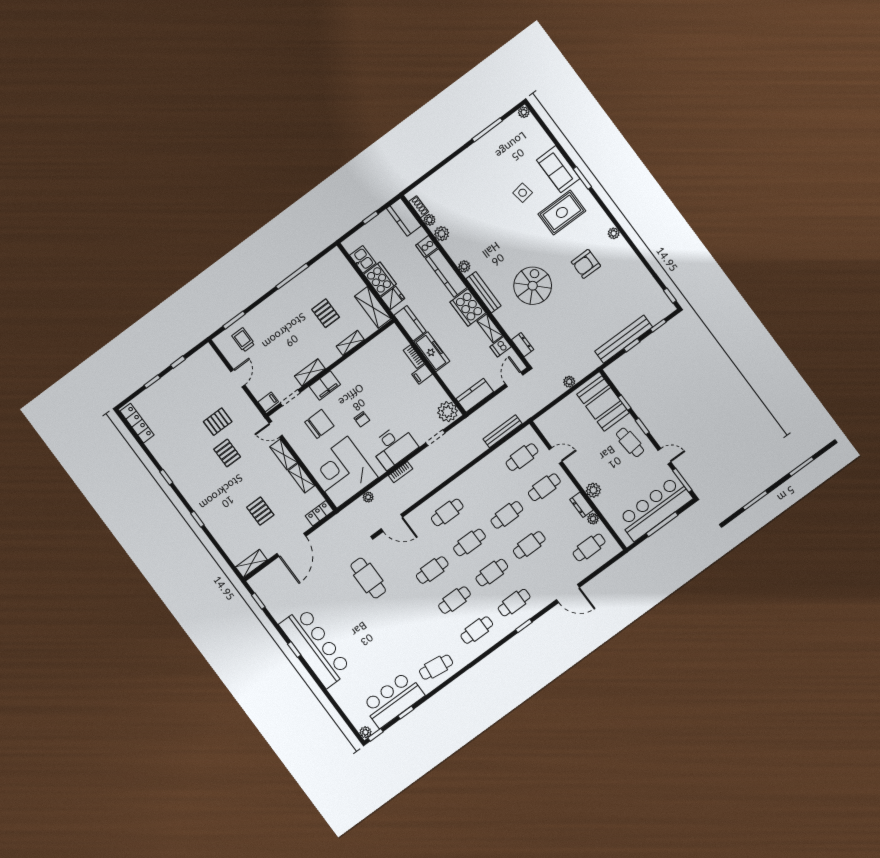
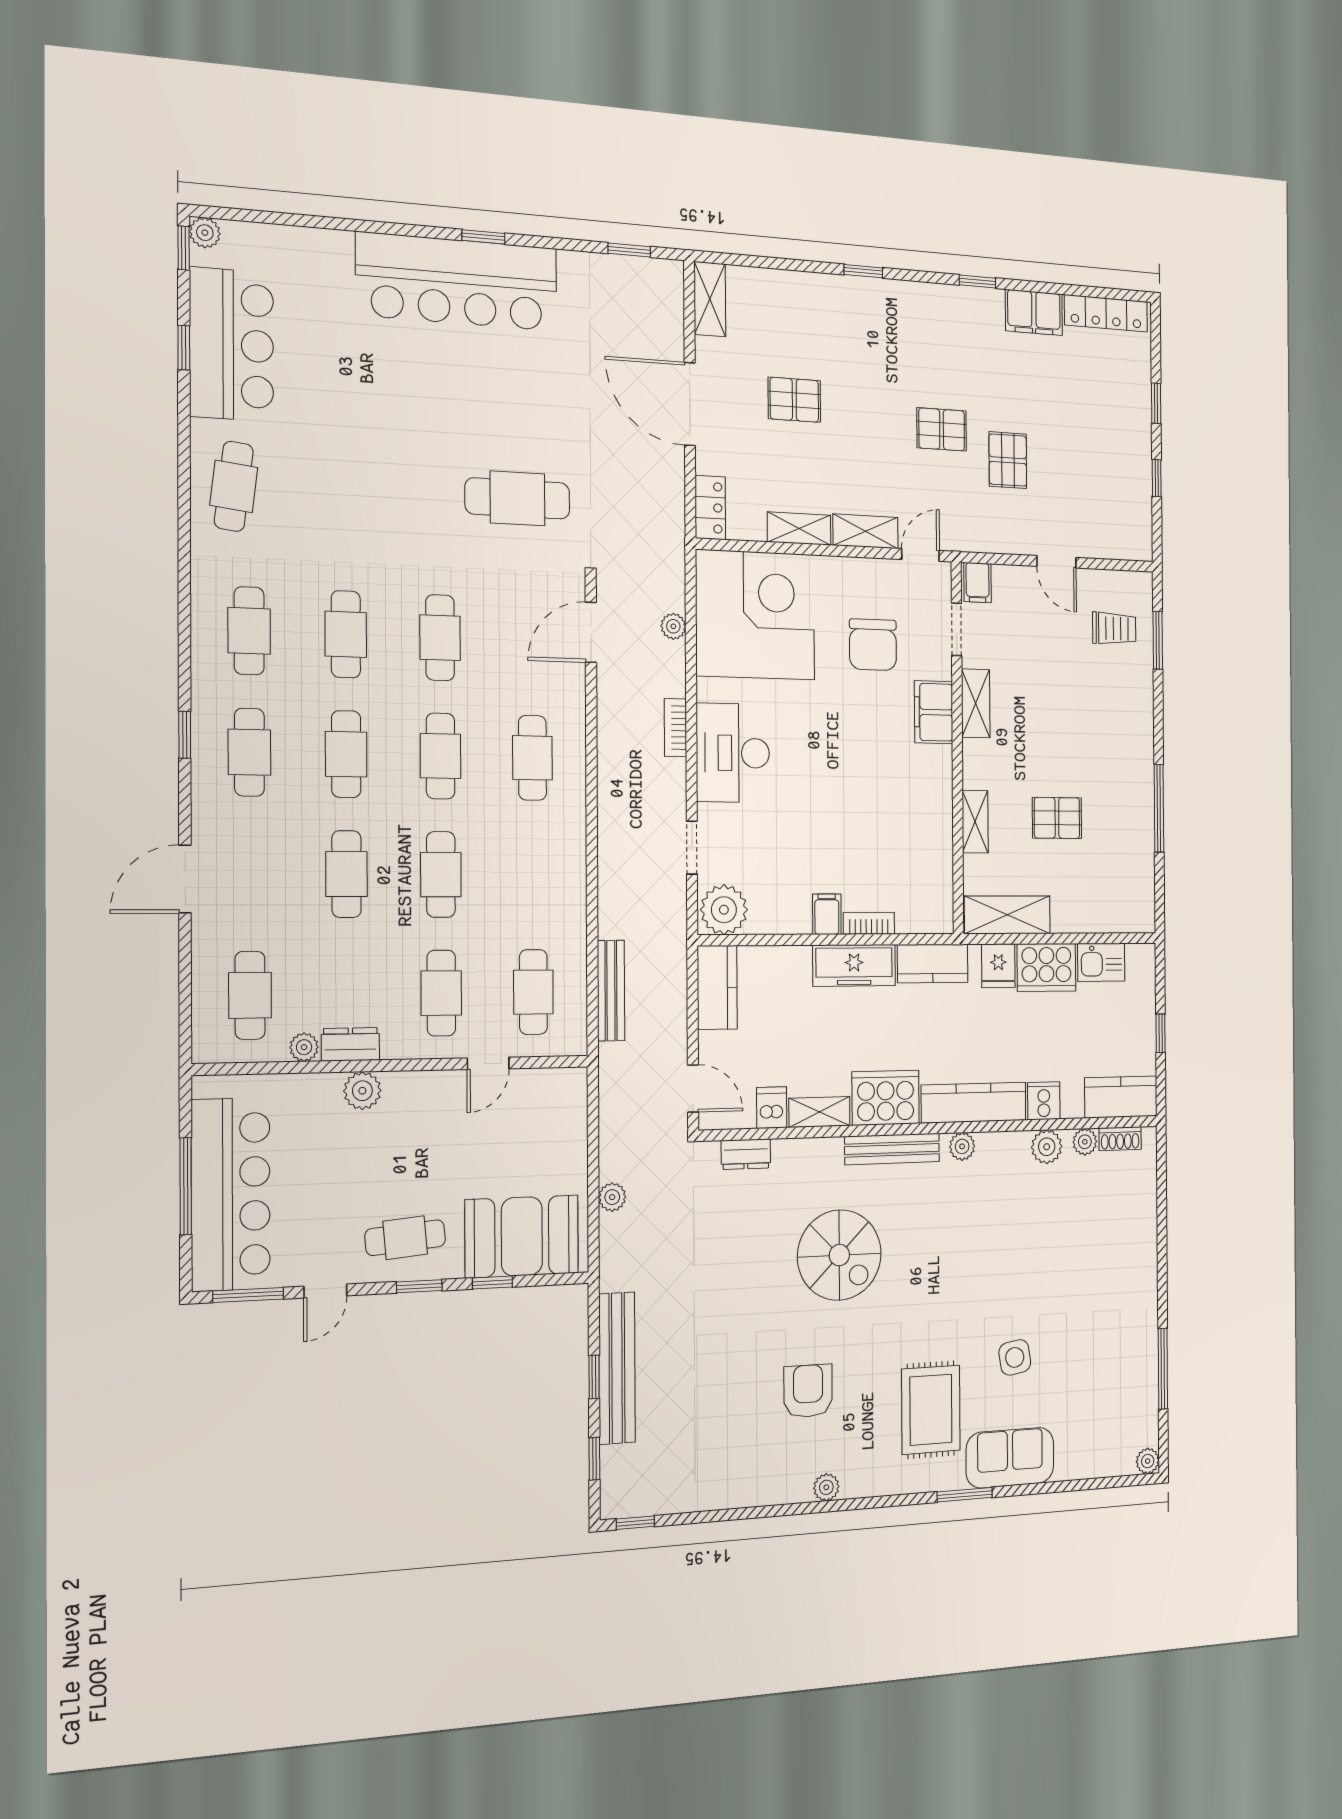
chair: (362, 419) -> (825, 732), removed
filing cabinet: (159, 449) -> (1034, 312), added

